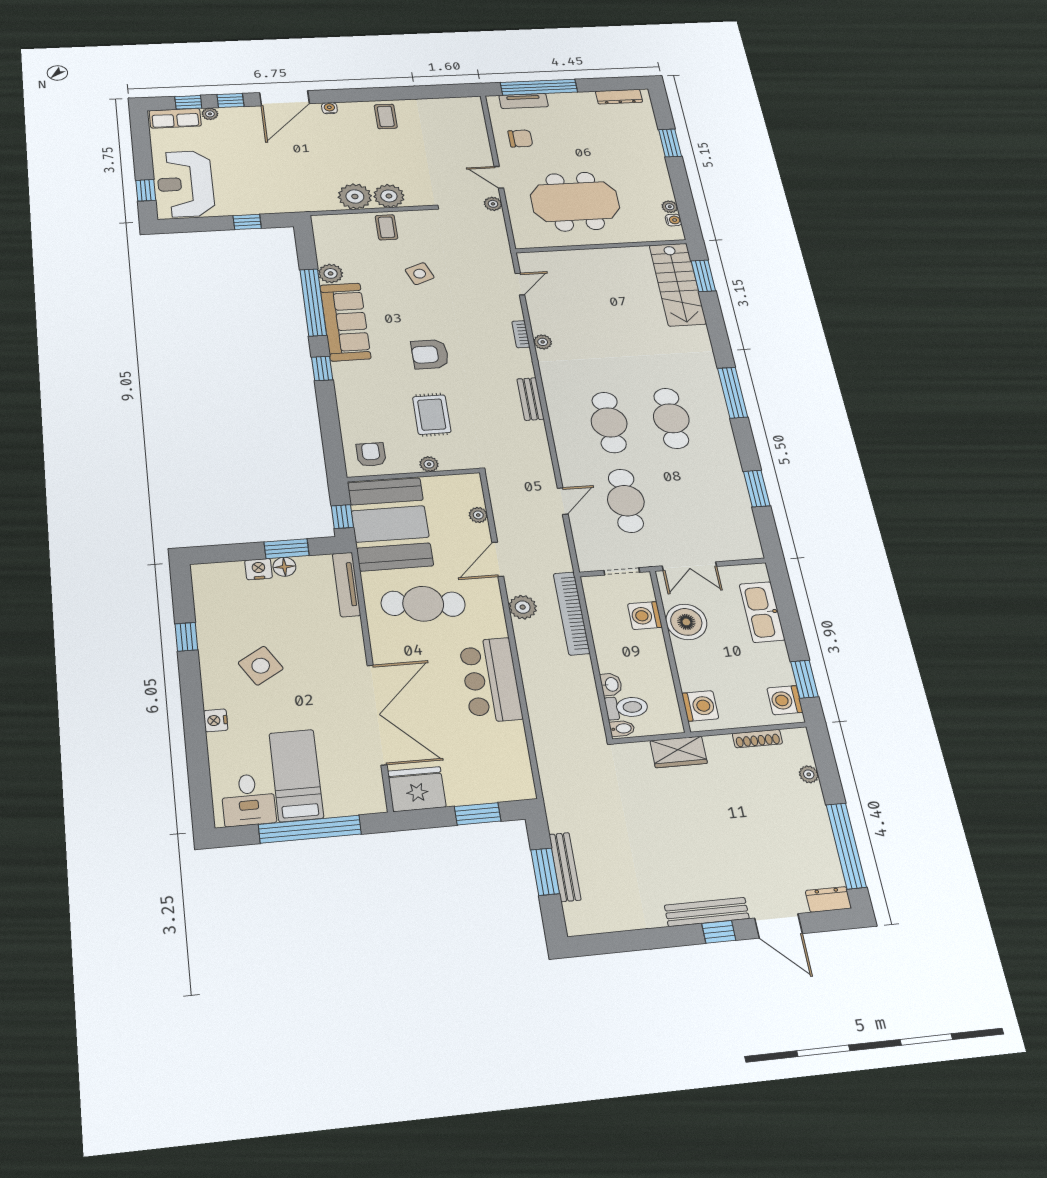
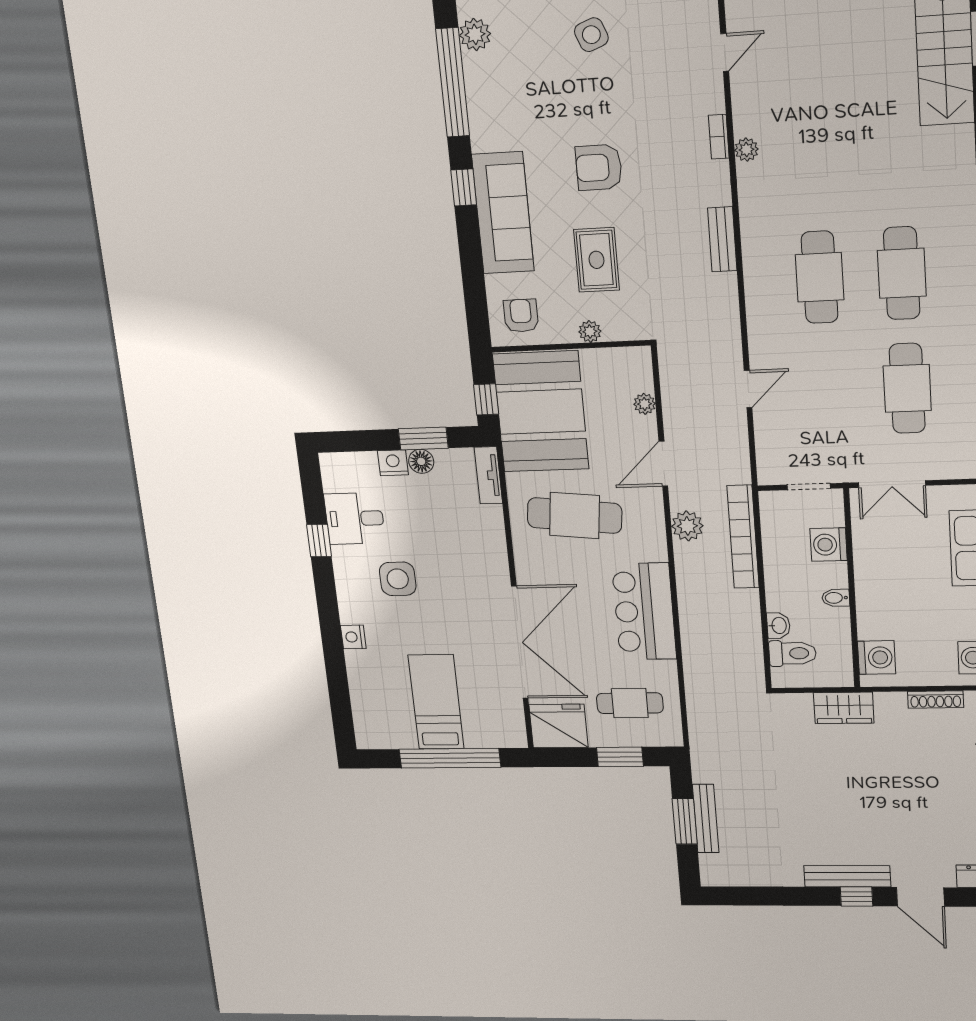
sofa: (345, 322) -> (503, 213), moved
cafe table: (626, 501) -> (907, 388), moved
tv unit: (346, 584) -> (488, 475), width x0.71
boiler: (686, 622) -> (877, 555), removed
side table: (261, 666) -> (398, 579), turned 31
bidet: (622, 729) -> (836, 598), moved, turned 180
cafe table: (483, 762) -> (630, 703), added
desk: (248, 800) -> (355, 518), moved, turned 90

